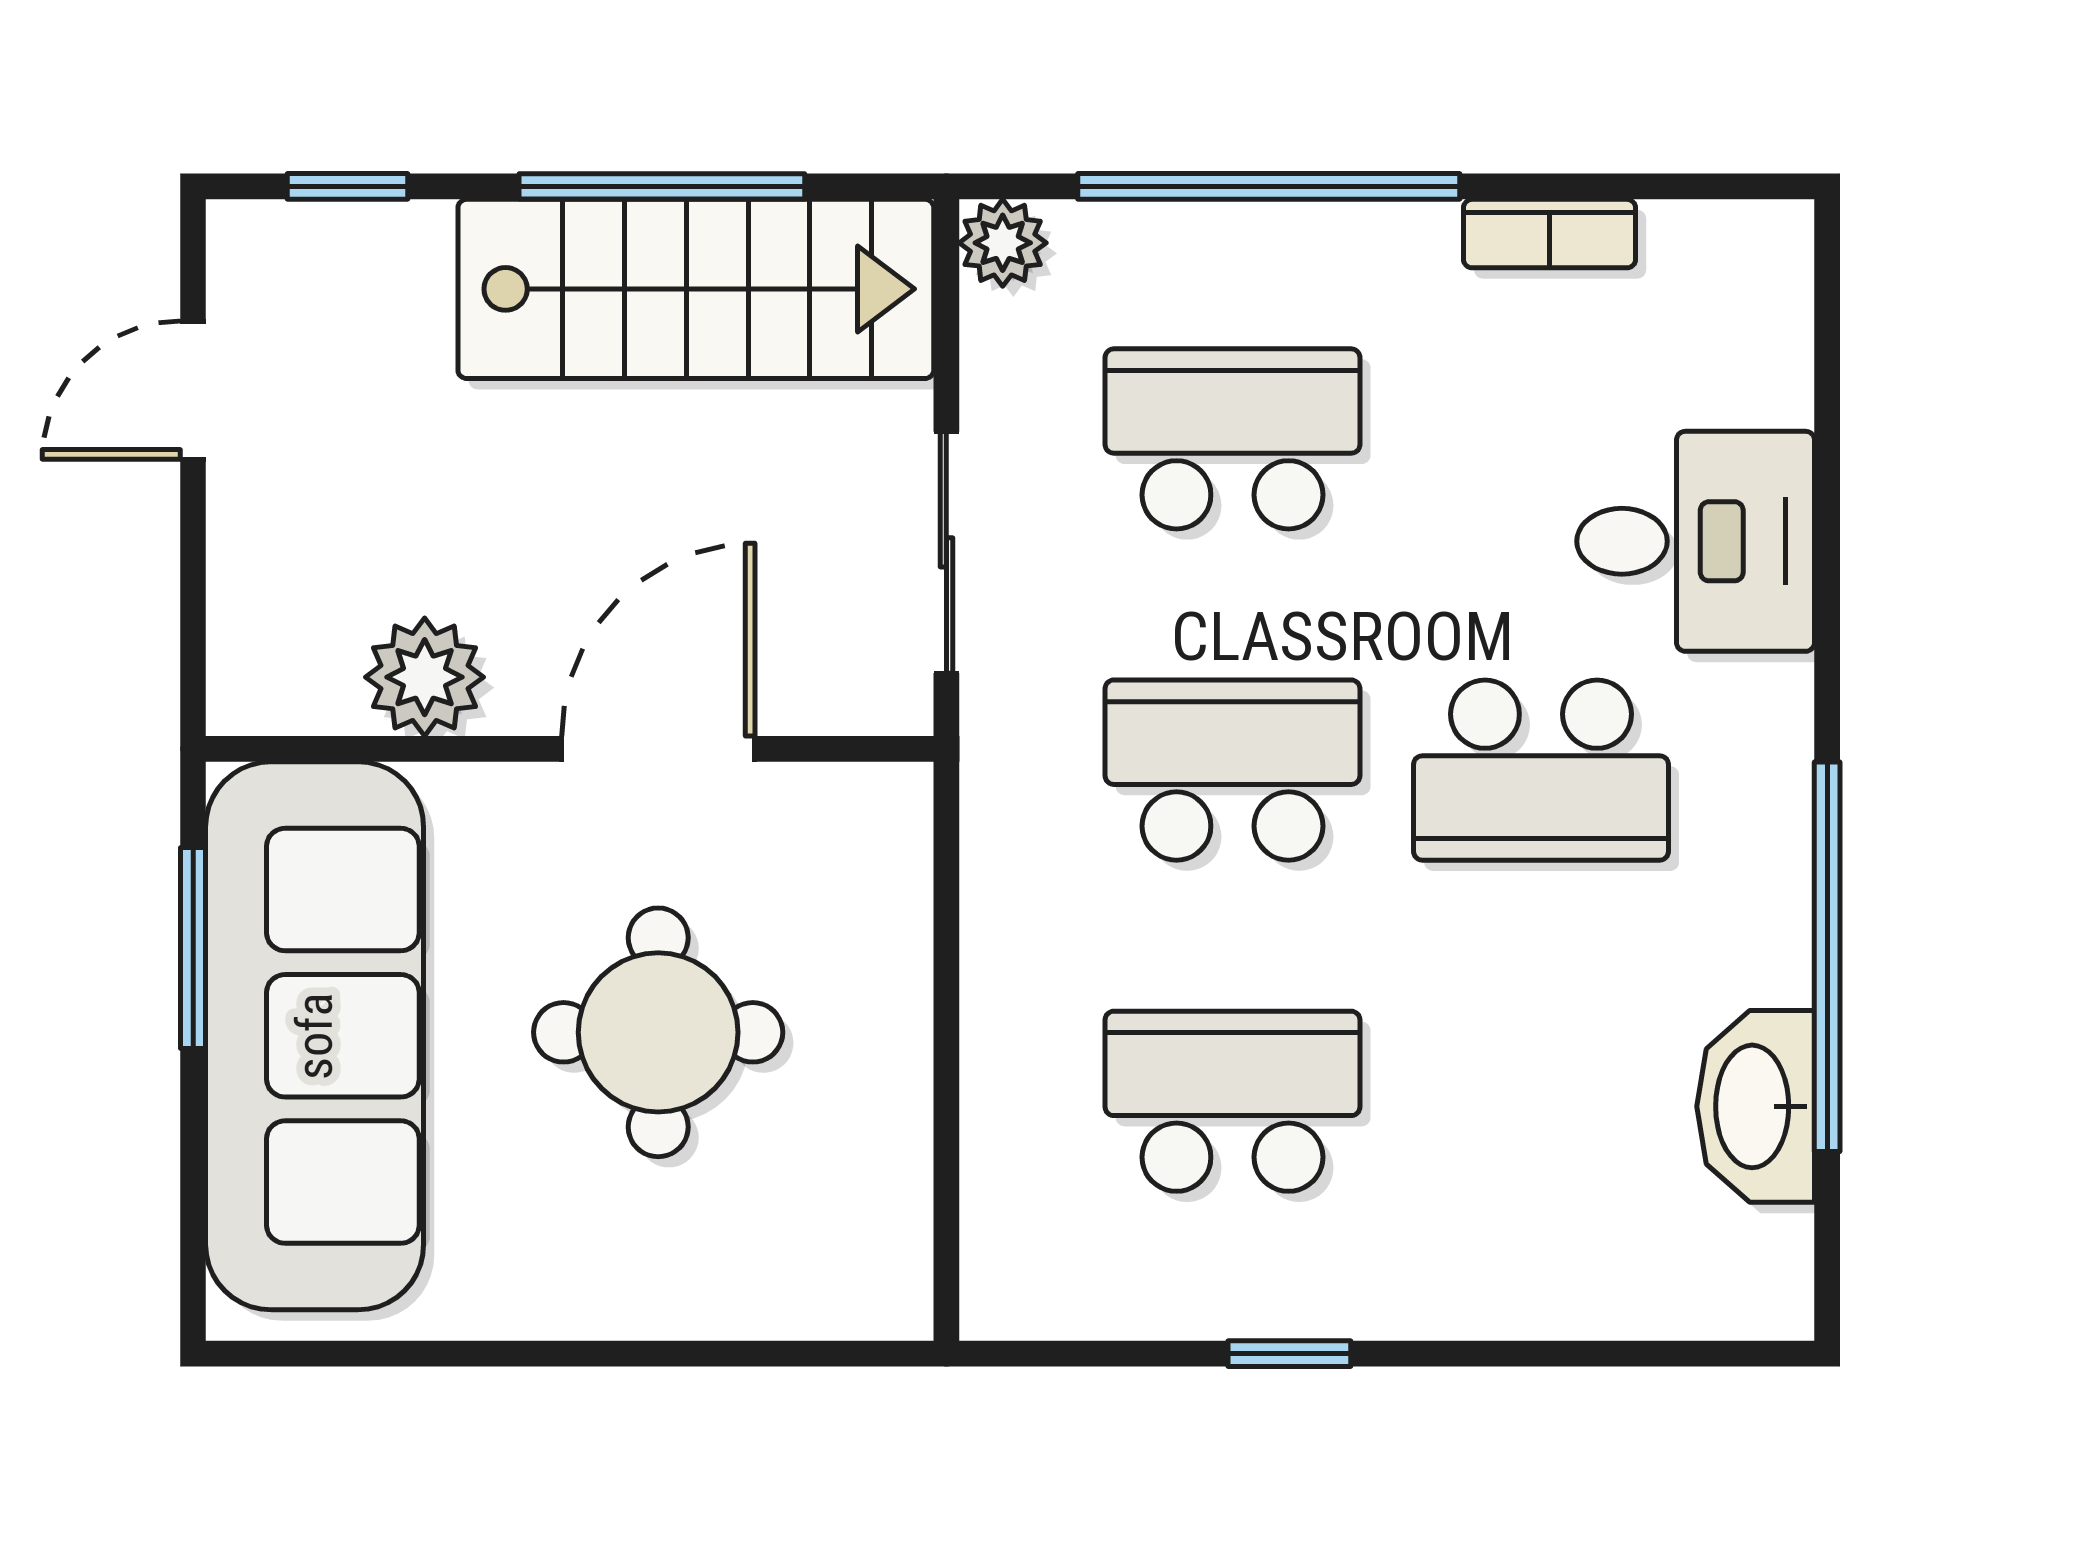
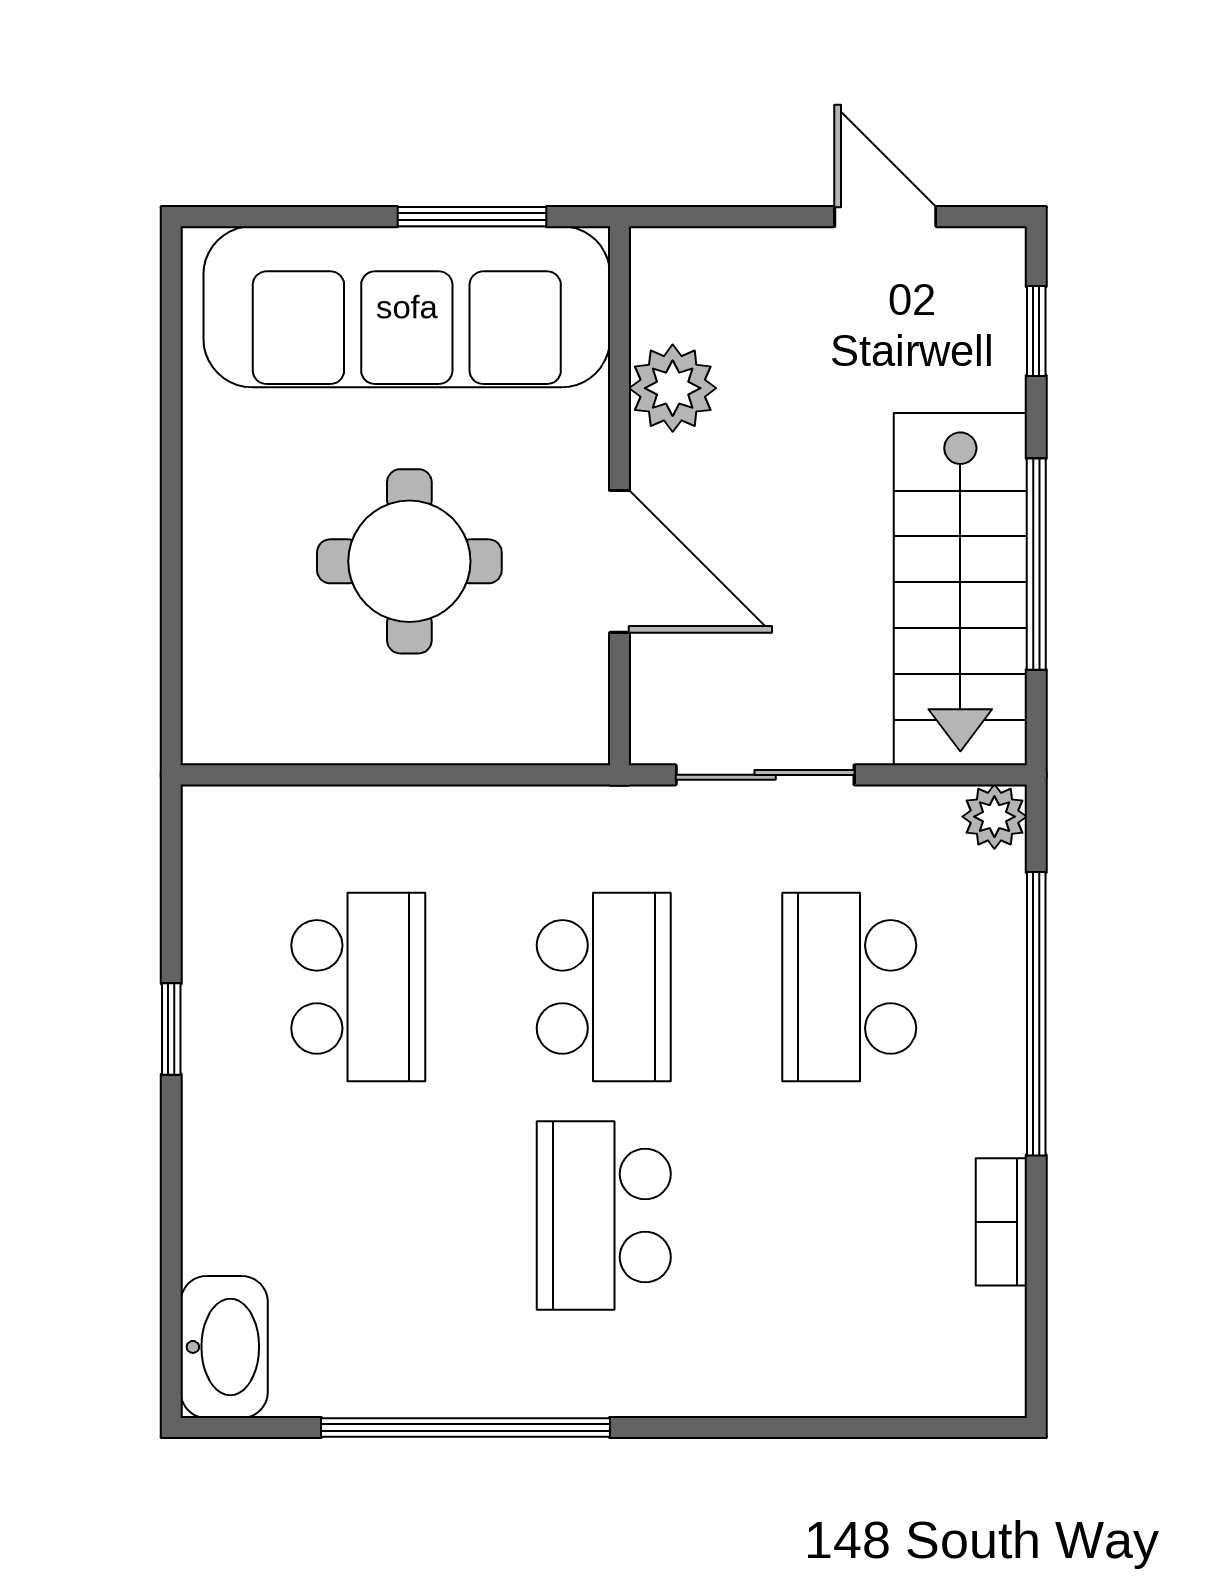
school desk: (1232, 439) -> (849, 987), turned 180
desk: (1696, 541) -> (773, 1330), removed
washbasin: (1756, 1106) -> (224, 1347), moved, turned 90

